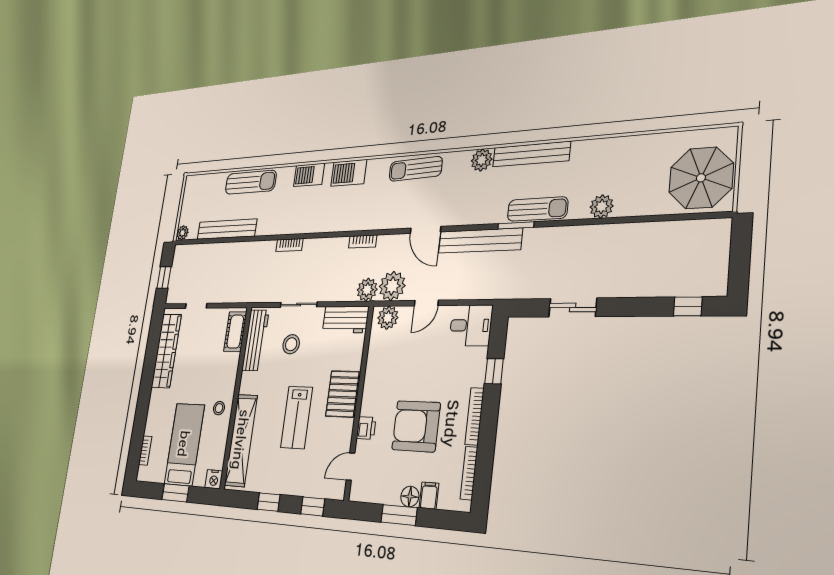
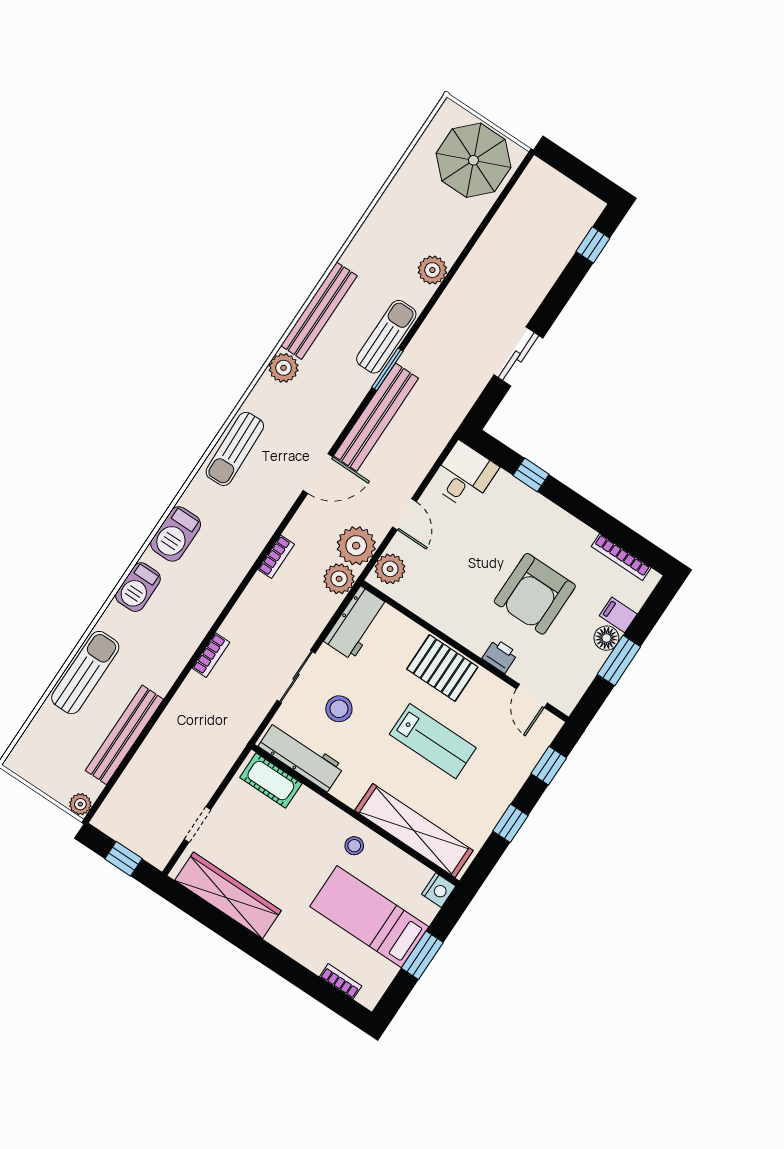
bookcase: (475, 416) -> (565, 521), removed

